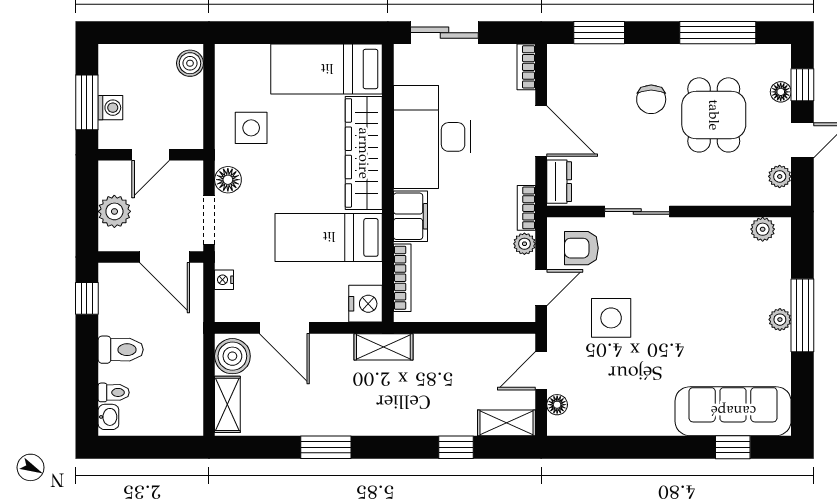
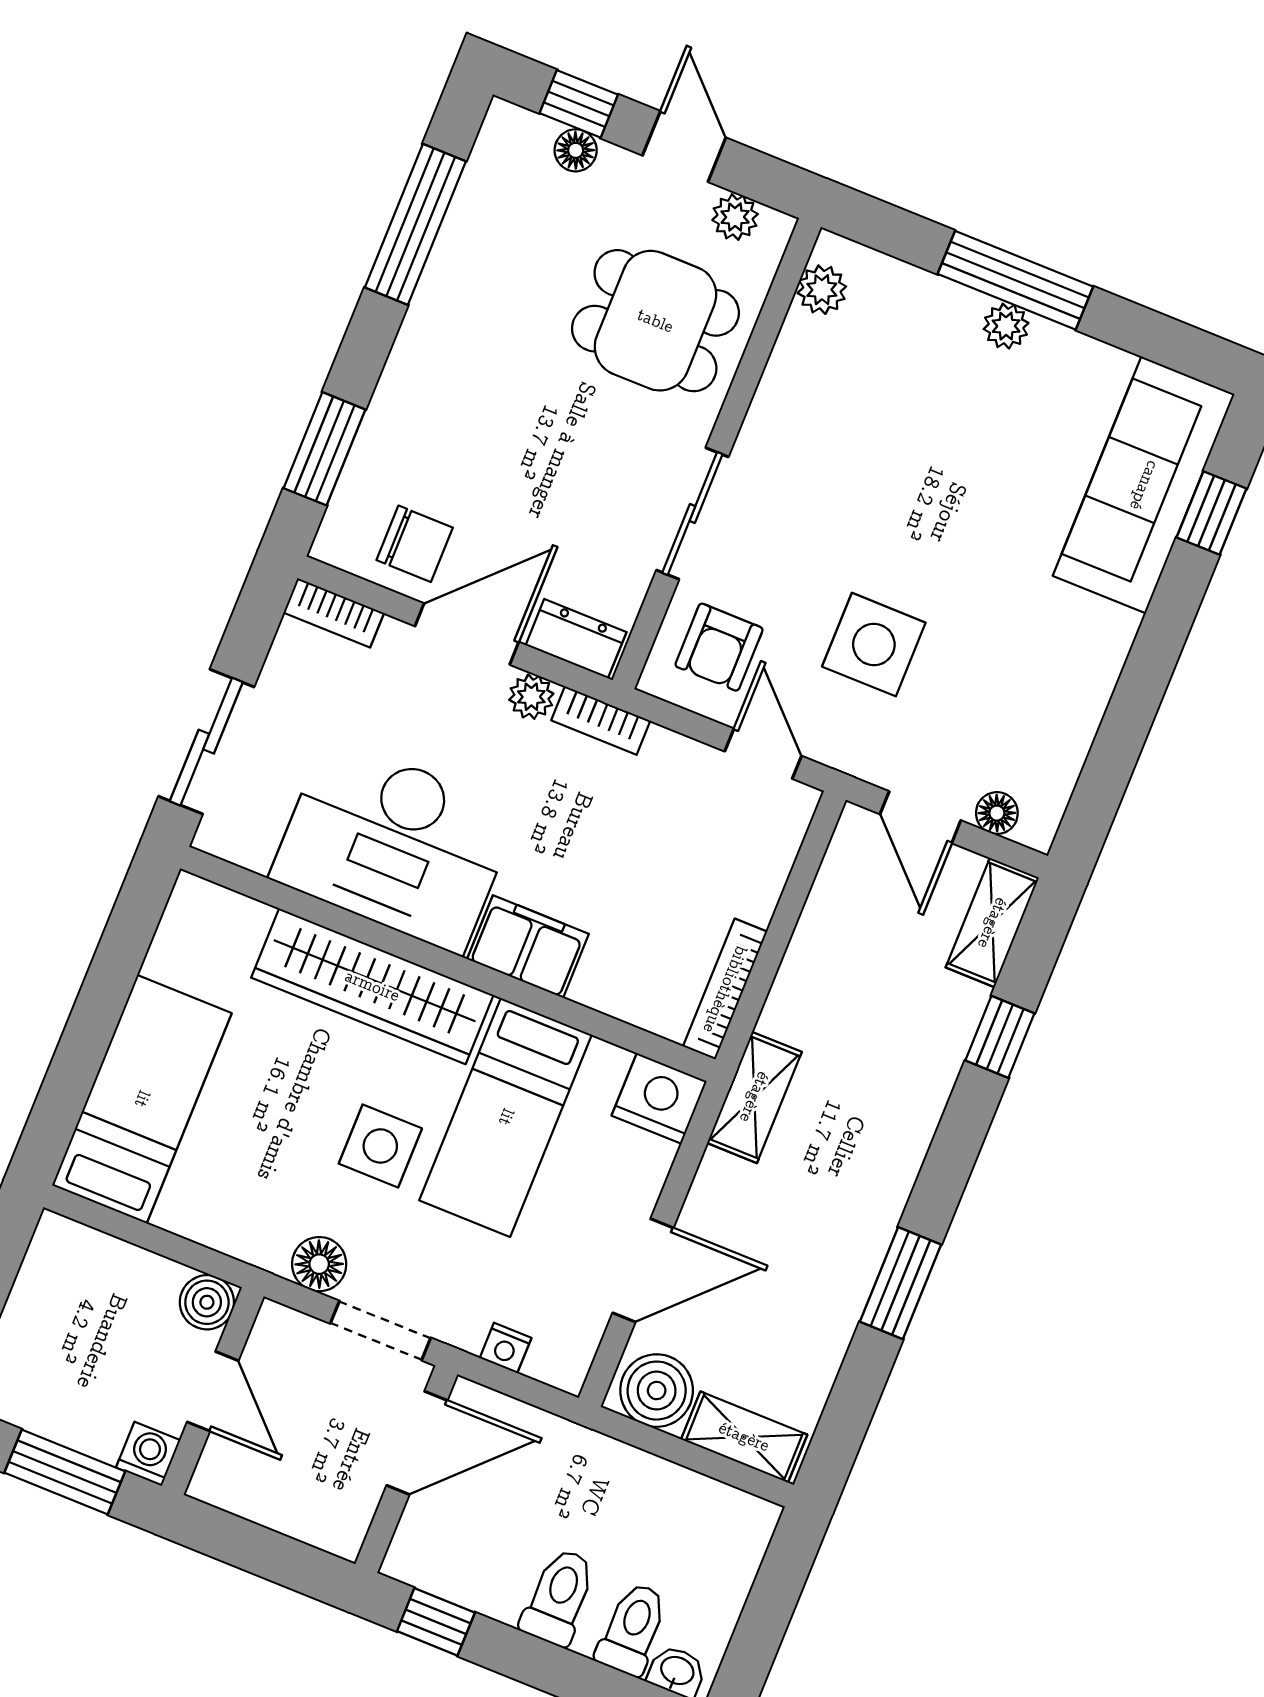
boiler: (190, 63) -> (207, 1302), moved
bed: (327, 69) -> (142, 1099), moved, turned 180
chair: (651, 99) -> (415, 544), moved
washing machine: (110, 108) -> (148, 1454), moved
dining table: (714, 115) -> (655, 321), moved
side table: (251, 128) -> (380, 1146), moved
plant: (114, 211) -> (292, 1503), removed
plant: (524, 244) -> (531, 697), moved
bookcase: (402, 278) -> (725, 989), moved, turned -90
toilet: (114, 392) -> (632, 1629), width x1.37, depth x1.39

